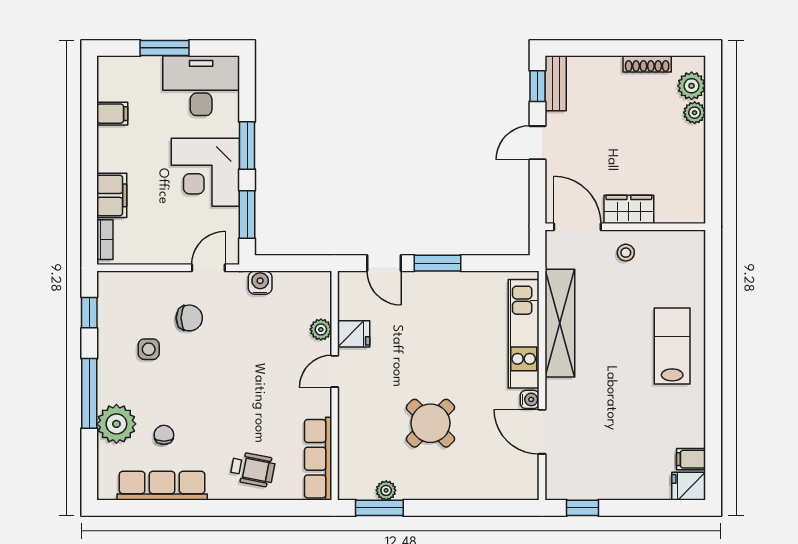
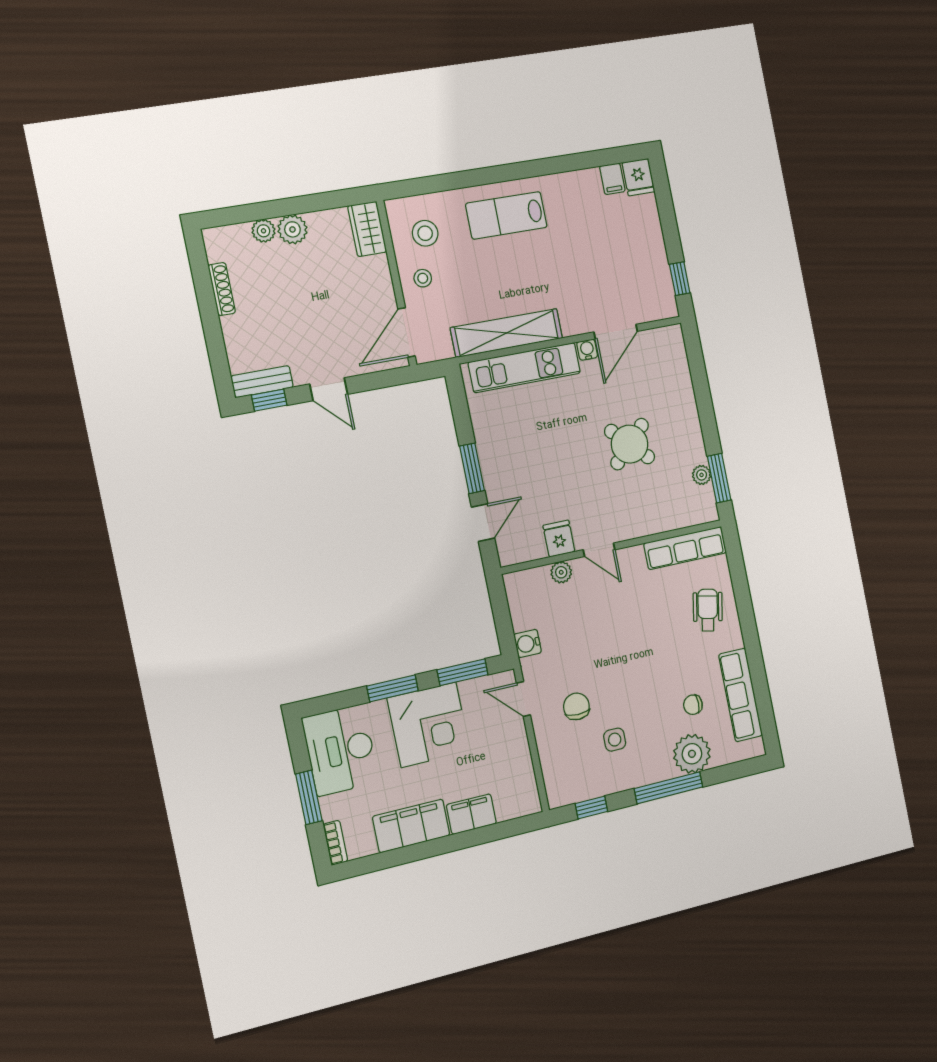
plant: (692, 86) -> (292, 229), moved
filing cabinet: (112, 114) -> (411, 826), width x3.00, depth x1.17
wardrobe: (629, 209) -> (367, 229), moved
bookcase: (105, 240) -> (335, 843), moved, turned 90
stool: (668, 264) -> (425, 233), added

